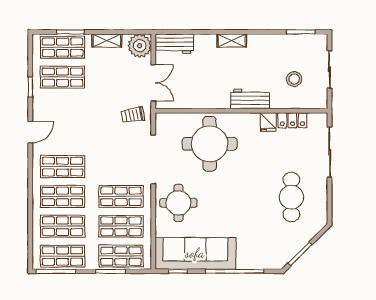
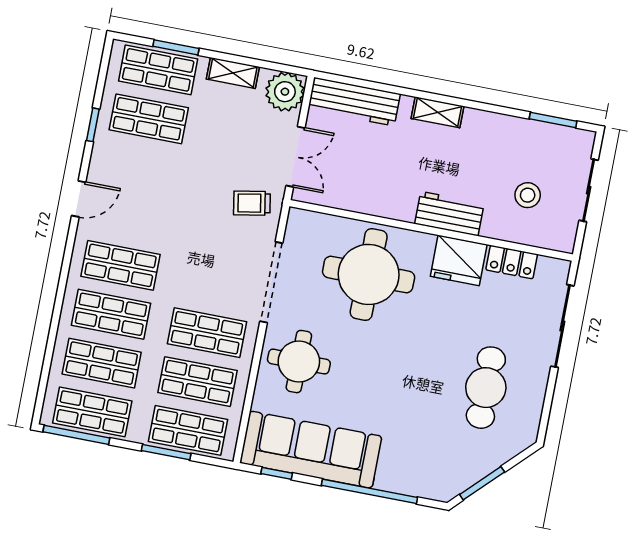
workbench: (174, 44) -> (354, 102), width x1.38
fridge: (268, 122) -> (459, 260), width x1.88, depth x1.34

